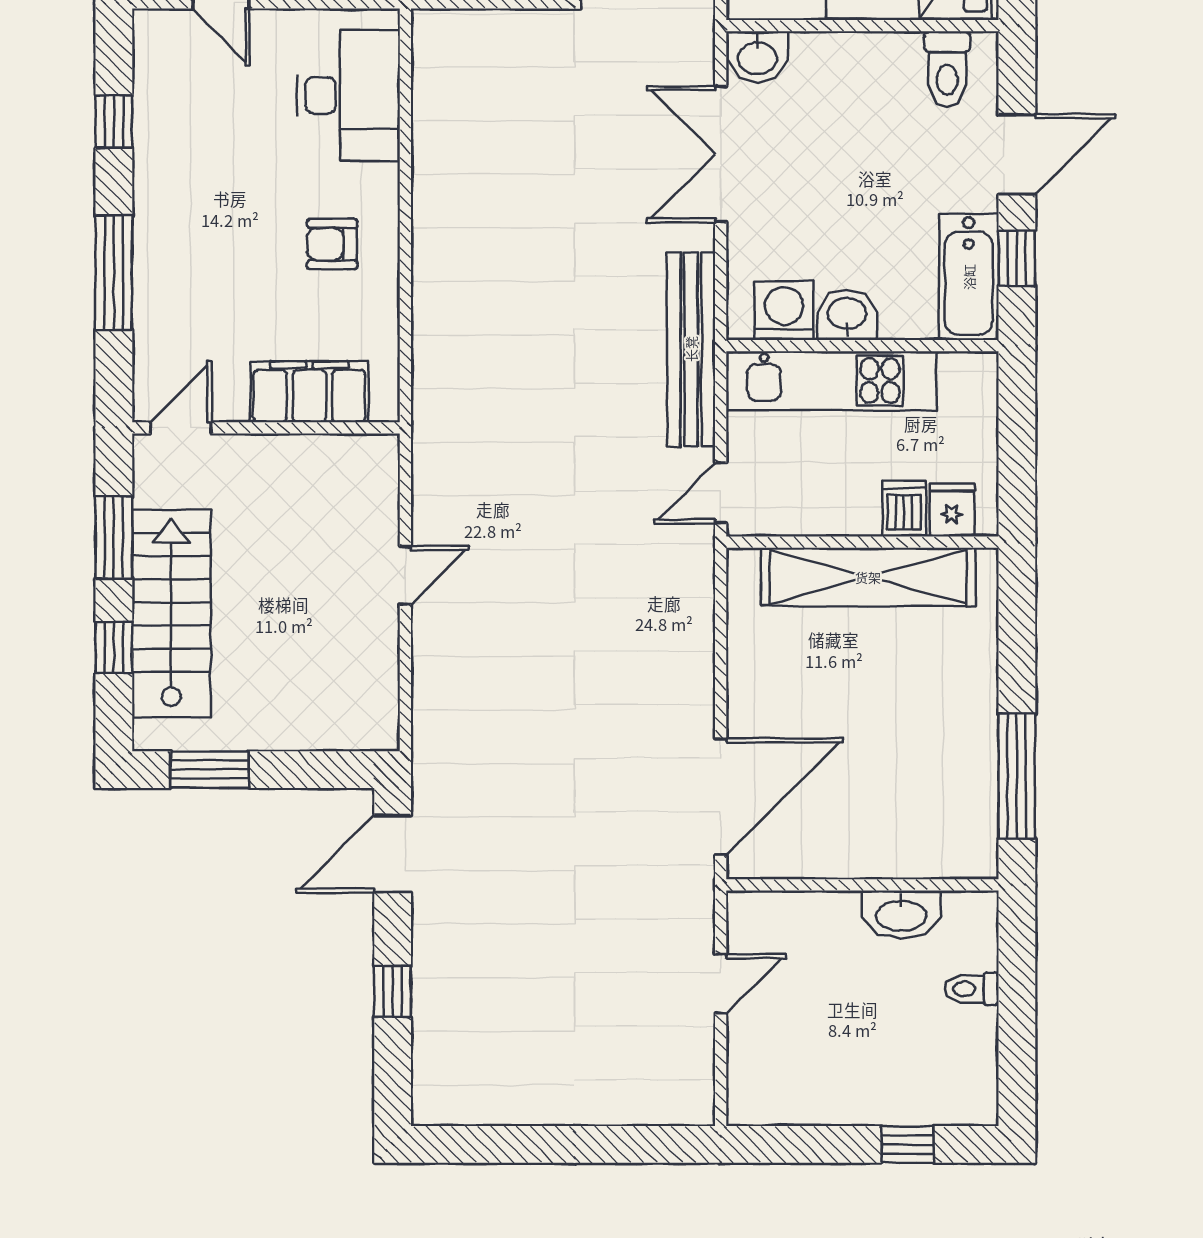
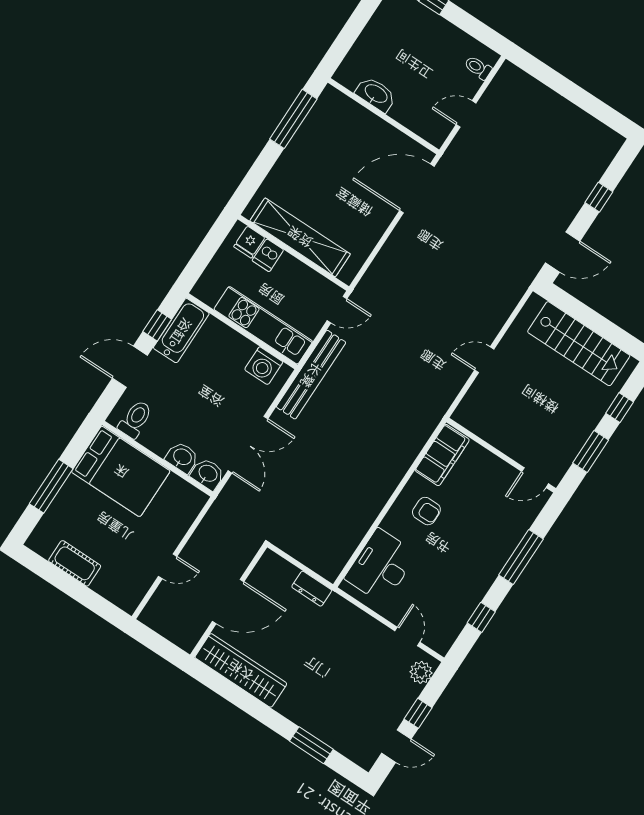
washbasin: (847, 315) -> (182, 457), moved, turned 180
filing cabinet: (309, 392) -> (442, 455), moved, turned -90
stairs: (171, 614) -> (579, 344), moved, turned -90
window: (210, 770) -> (614, 334), removed
toilet: (972, 989) -> (478, 68), moved, turned 180

